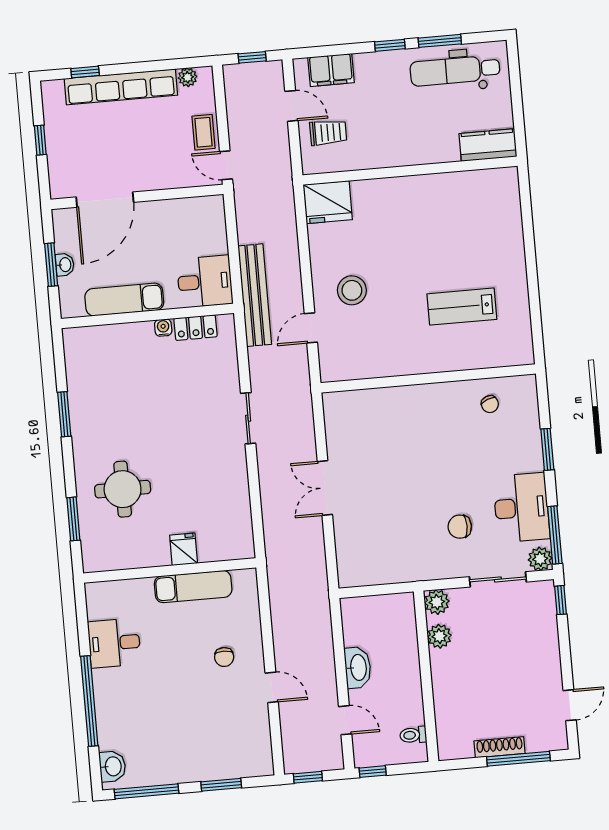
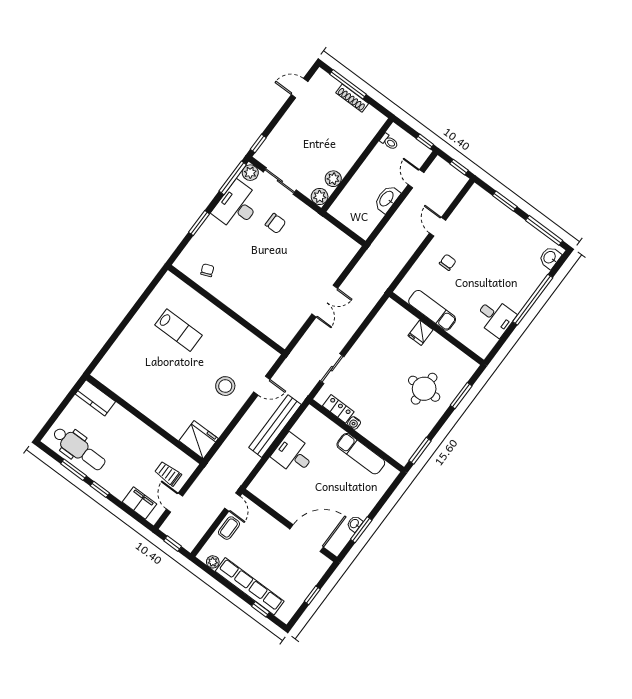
exam couch: (124, 300) -> (361, 454), moved
wall: (147, 316) -> (357, 436), moved
water cooler: (163, 328) -> (354, 423), moved
locker: (195, 328) -> (338, 409), moved

